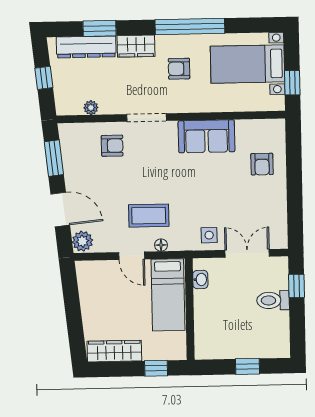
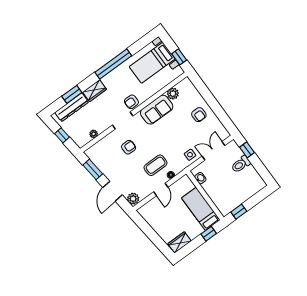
armchair: (179, 69) -> (131, 102), moved
plant: (246, 130) -> (173, 94), added
armchair: (112, 146) -> (129, 147), moved
armchair: (262, 164) -> (199, 115), moved
door: (60, 209) -> (113, 191), swing flipped
door: (132, 256) -> (161, 189), hinge flipped
bed: (168, 295) -> (201, 209), moved, turned 180
wardrobe: (114, 351) -> (180, 242), width x0.67
window: (247, 366) -> (239, 212), moved

